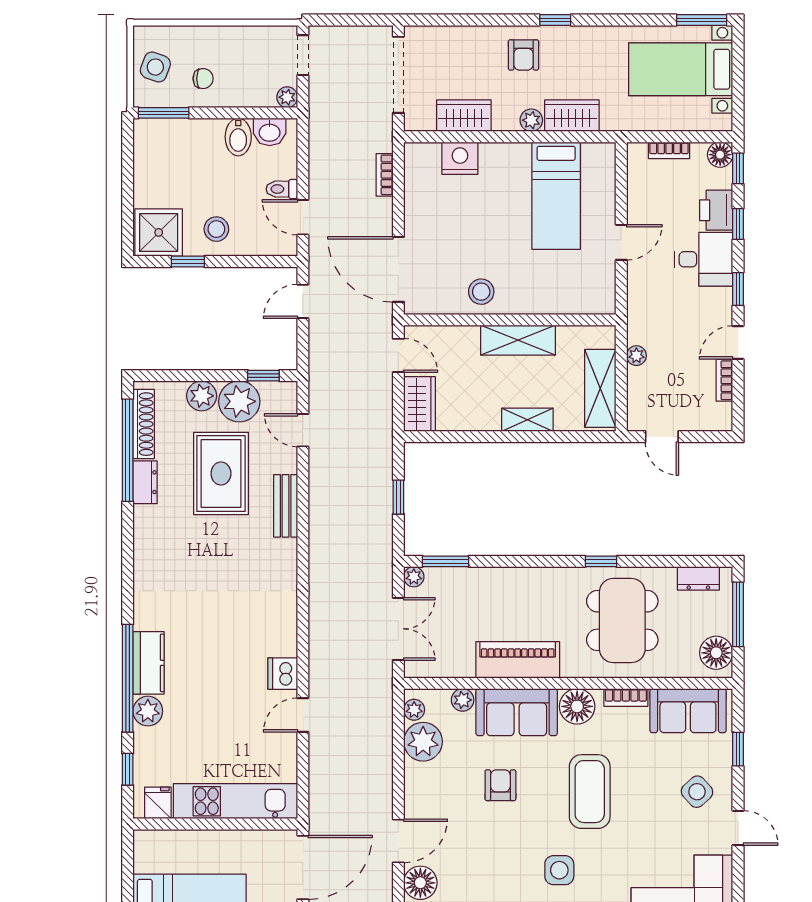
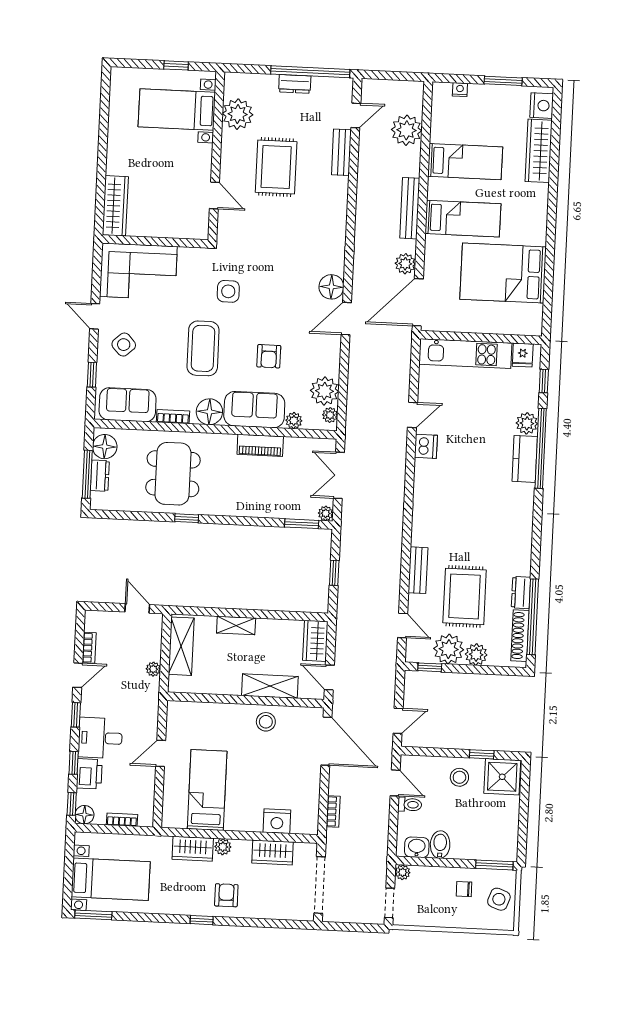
shelving: (518, 340) -> (270, 686), moved
dresser: (698, 578) -> (100, 476), moved, turned 90
piano: (518, 660) -> (260, 445), width x0.73, depth x0.75

